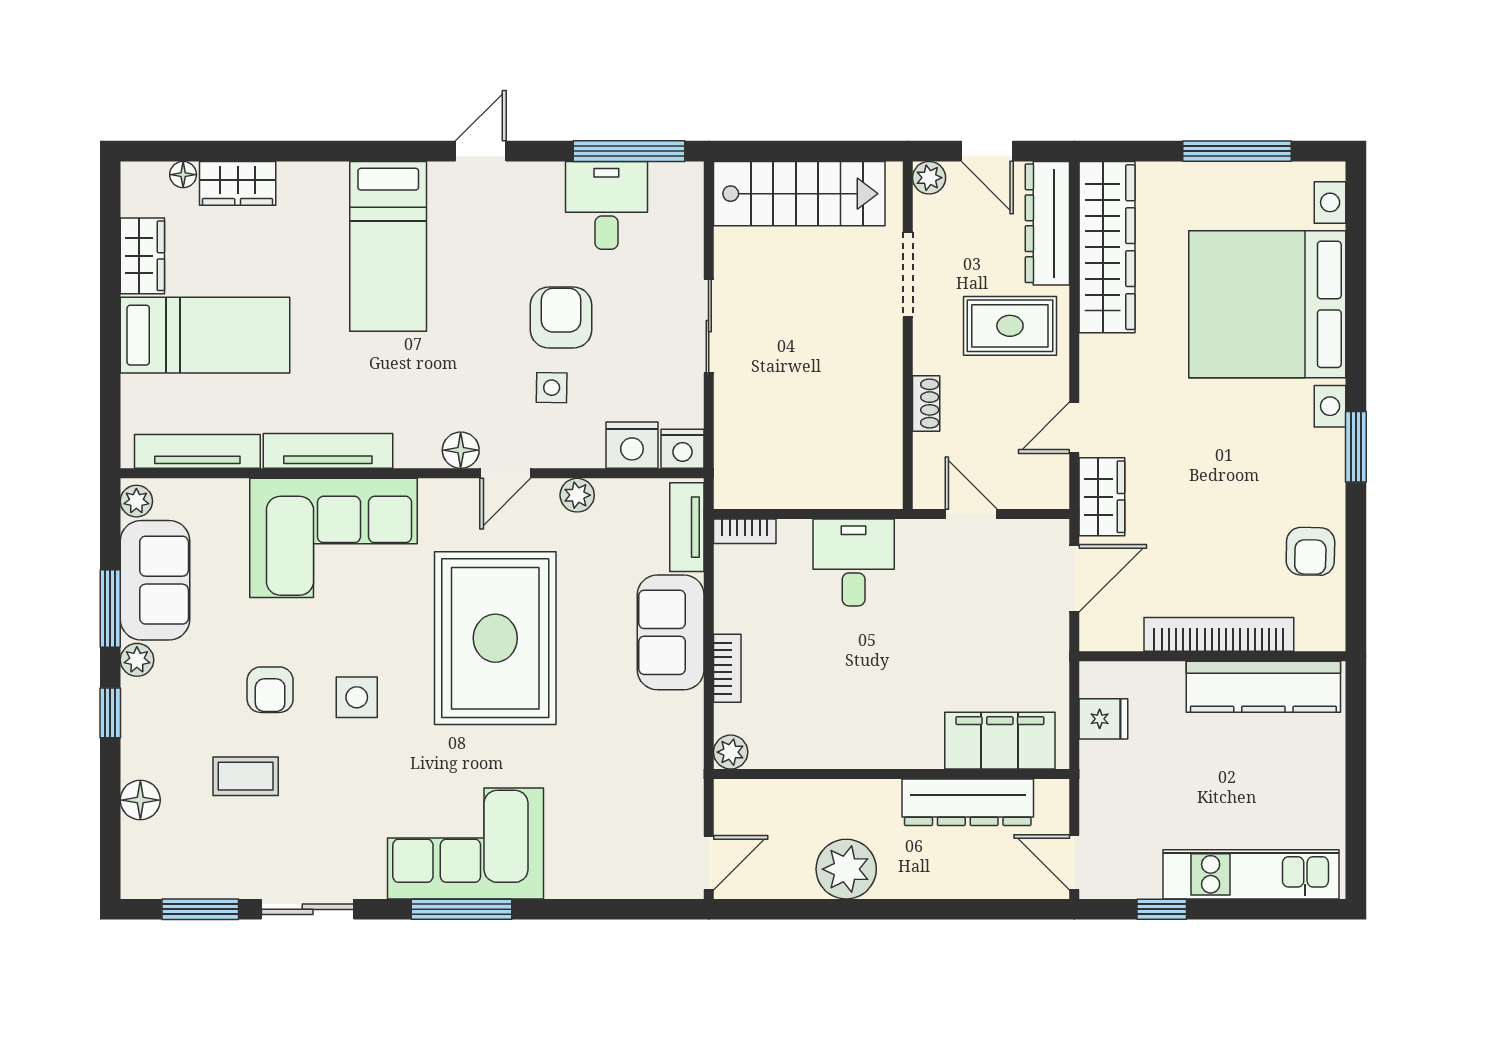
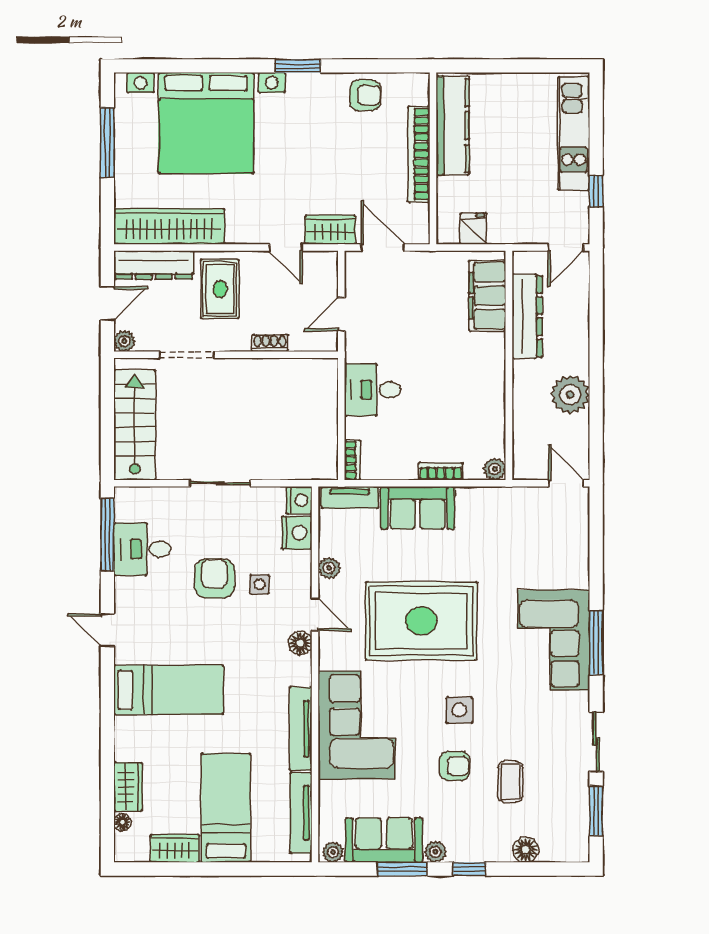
armchair: (561, 318) -> (215, 578), turned 90

